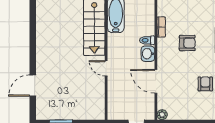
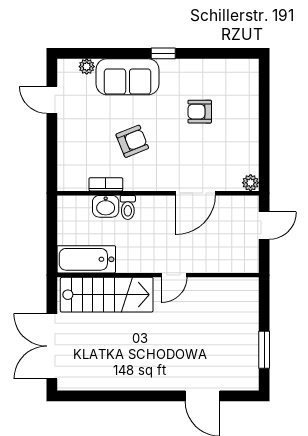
armchair: (187, 43) -> (132, 141), turned 68
washbasin: (148, 54) -> (106, 206), moved

